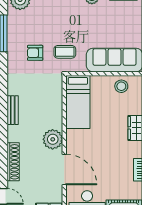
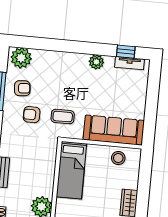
armchair: (24, 29) -> (22, 88), added

